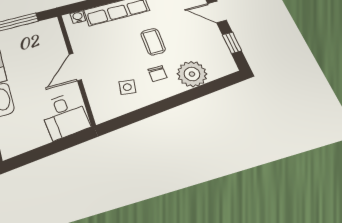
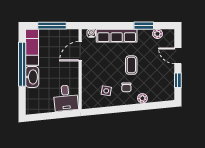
door: (75, 67) -> (80, 51), moved
plant: (192, 74) -> (142, 98), width x0.53, depth x0.53

